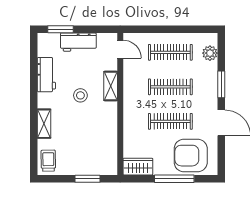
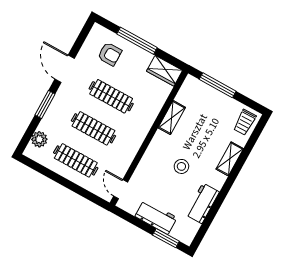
shelving: (111, 86) -> (172, 118), moved
armchair: (191, 156) -> (110, 54), width x0.53, depth x0.53
window: (88, 179) -> (218, 85), width x1.44

